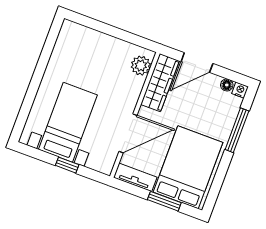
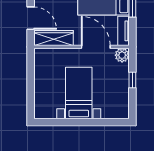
plant: (141, 66) -> (122, 55), moved
bed with nightstands: (68, 122) -> (79, 93), moved, turned 90

